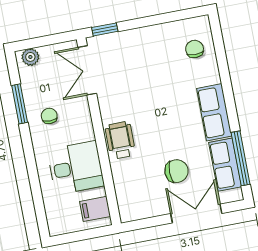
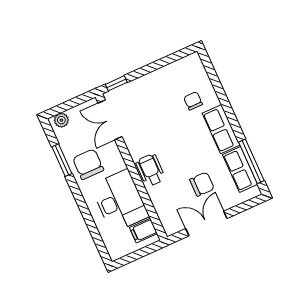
chair: (195, 49) -> (193, 101), moved
chair: (49, 116) -> (88, 164), width x1.87, depth x1.87
desk: (76, 168) -> (120, 201), width x1.37
double door: (196, 213) -> (206, 224), moved

